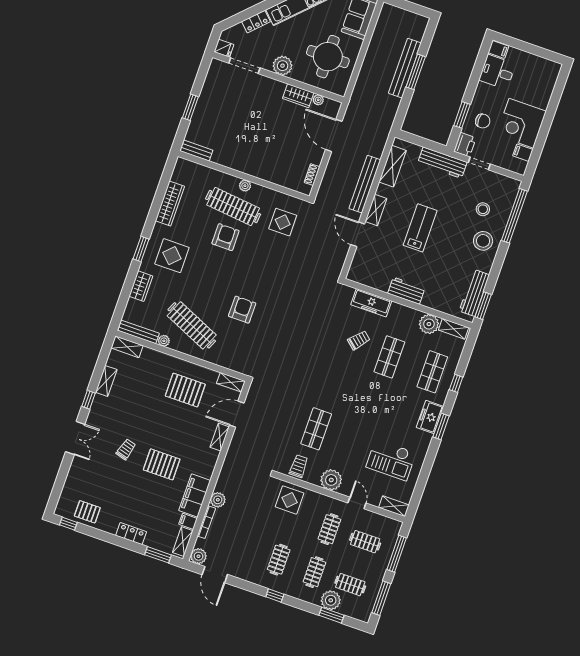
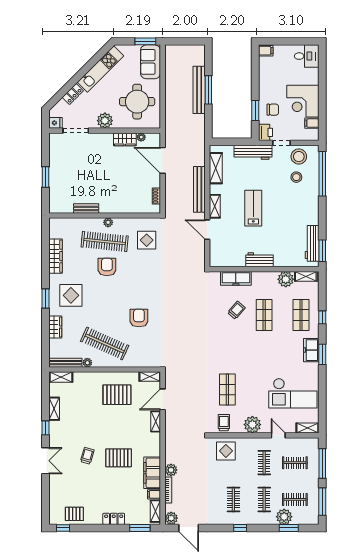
desk: (497, 72) -> (307, 56), moved, turned 180
bench: (196, 151) -> (86, 208), moved
stool: (483, 241) -> (299, 157), moved
checkout: (391, 460) -> (293, 393), width x1.36, depth x1.21

